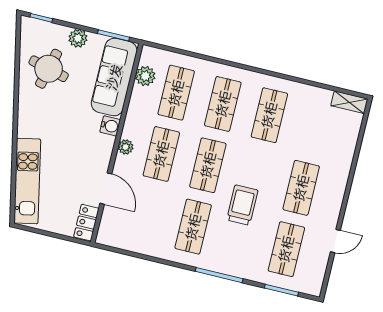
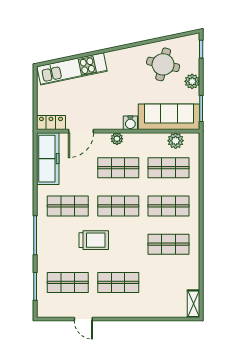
freezer: (129, 237) -> (48, 159), added

